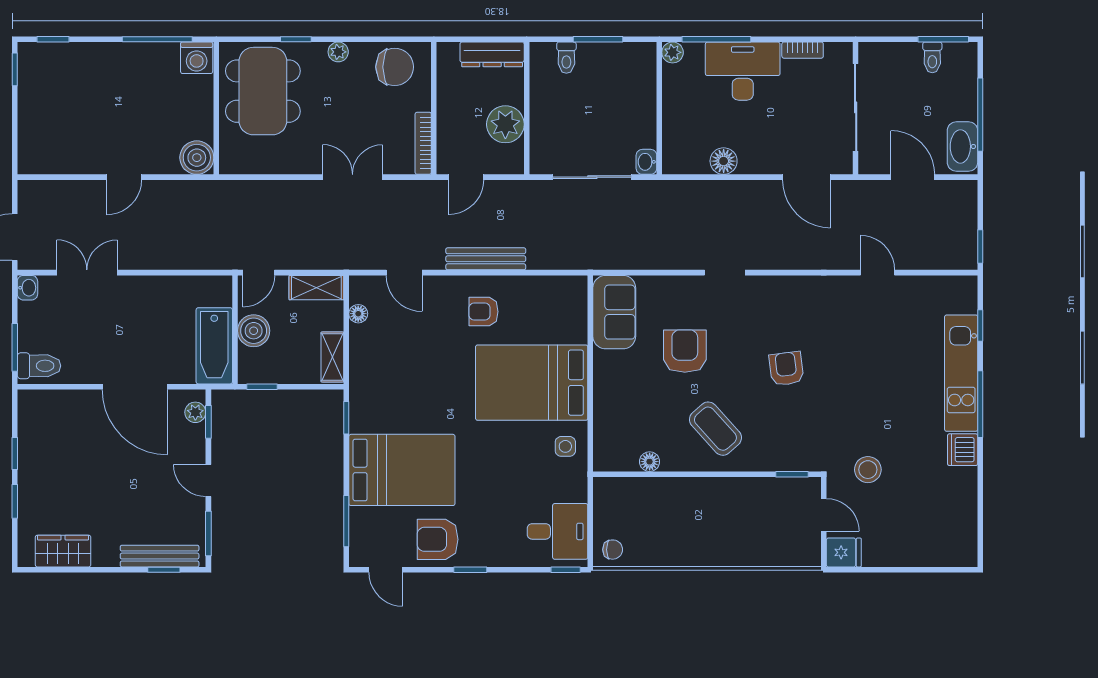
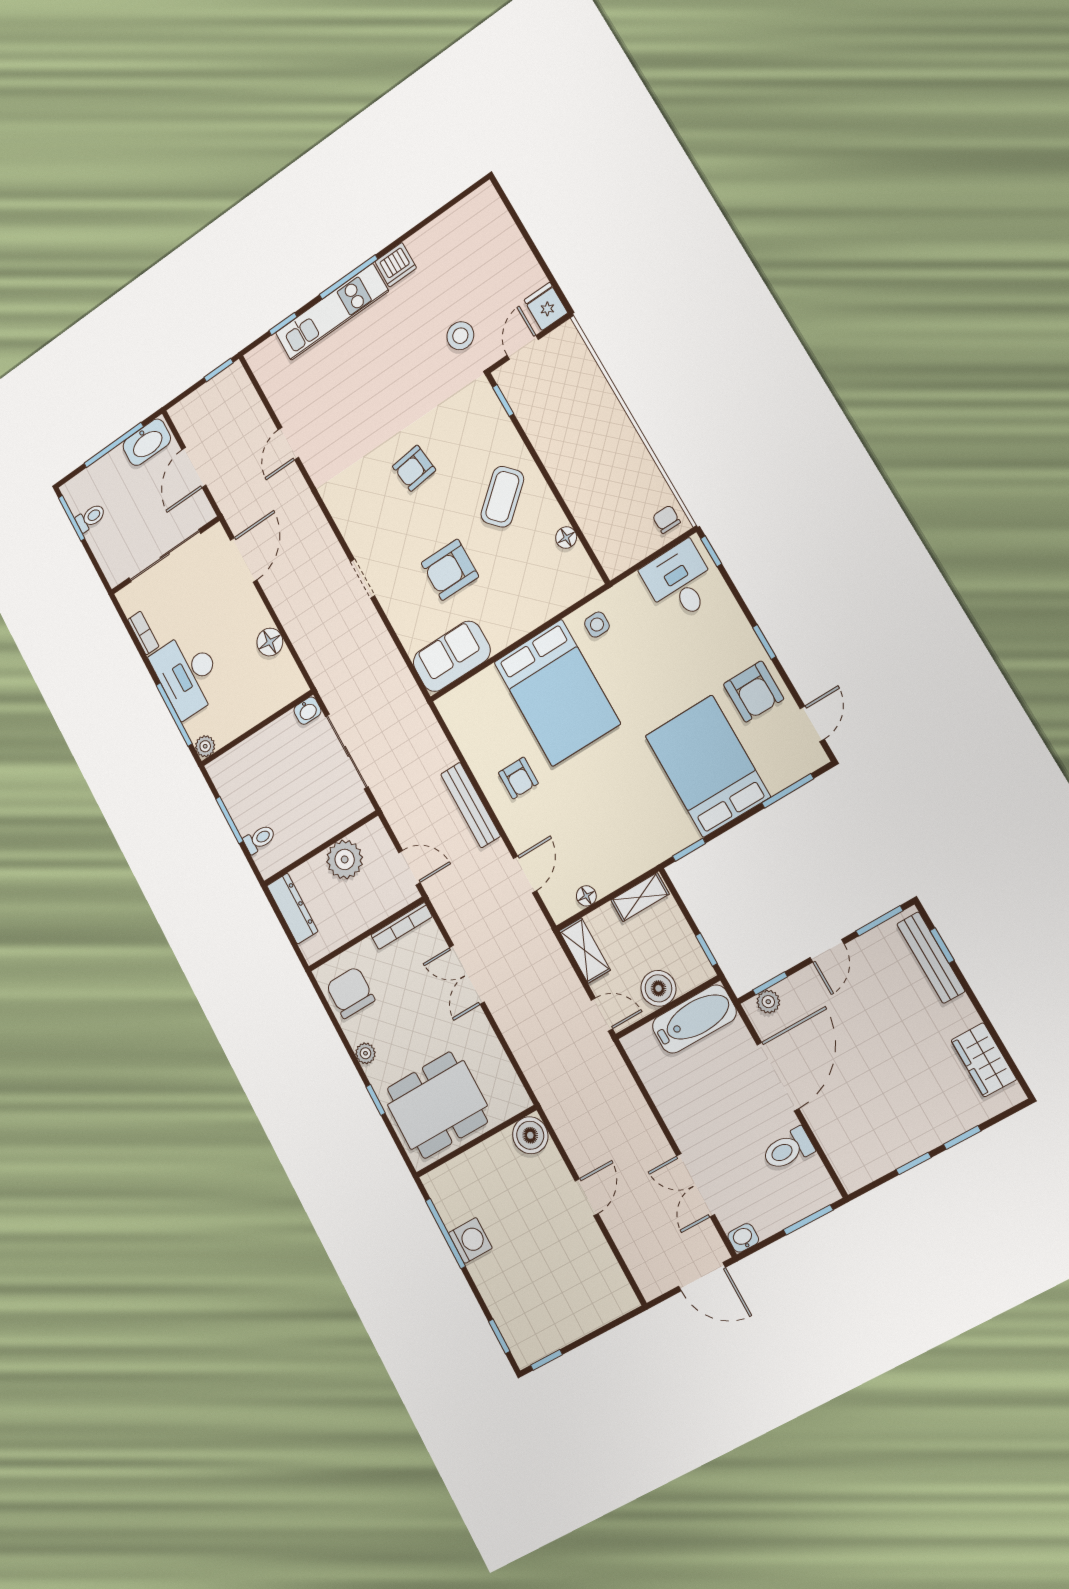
washing machine: (197, 58) -> (470, 1240), moved
door: (124, 177) -> (587, 1197), hinge flipped
toilet: (39, 366) -> (788, 1149), moved, turned -90

